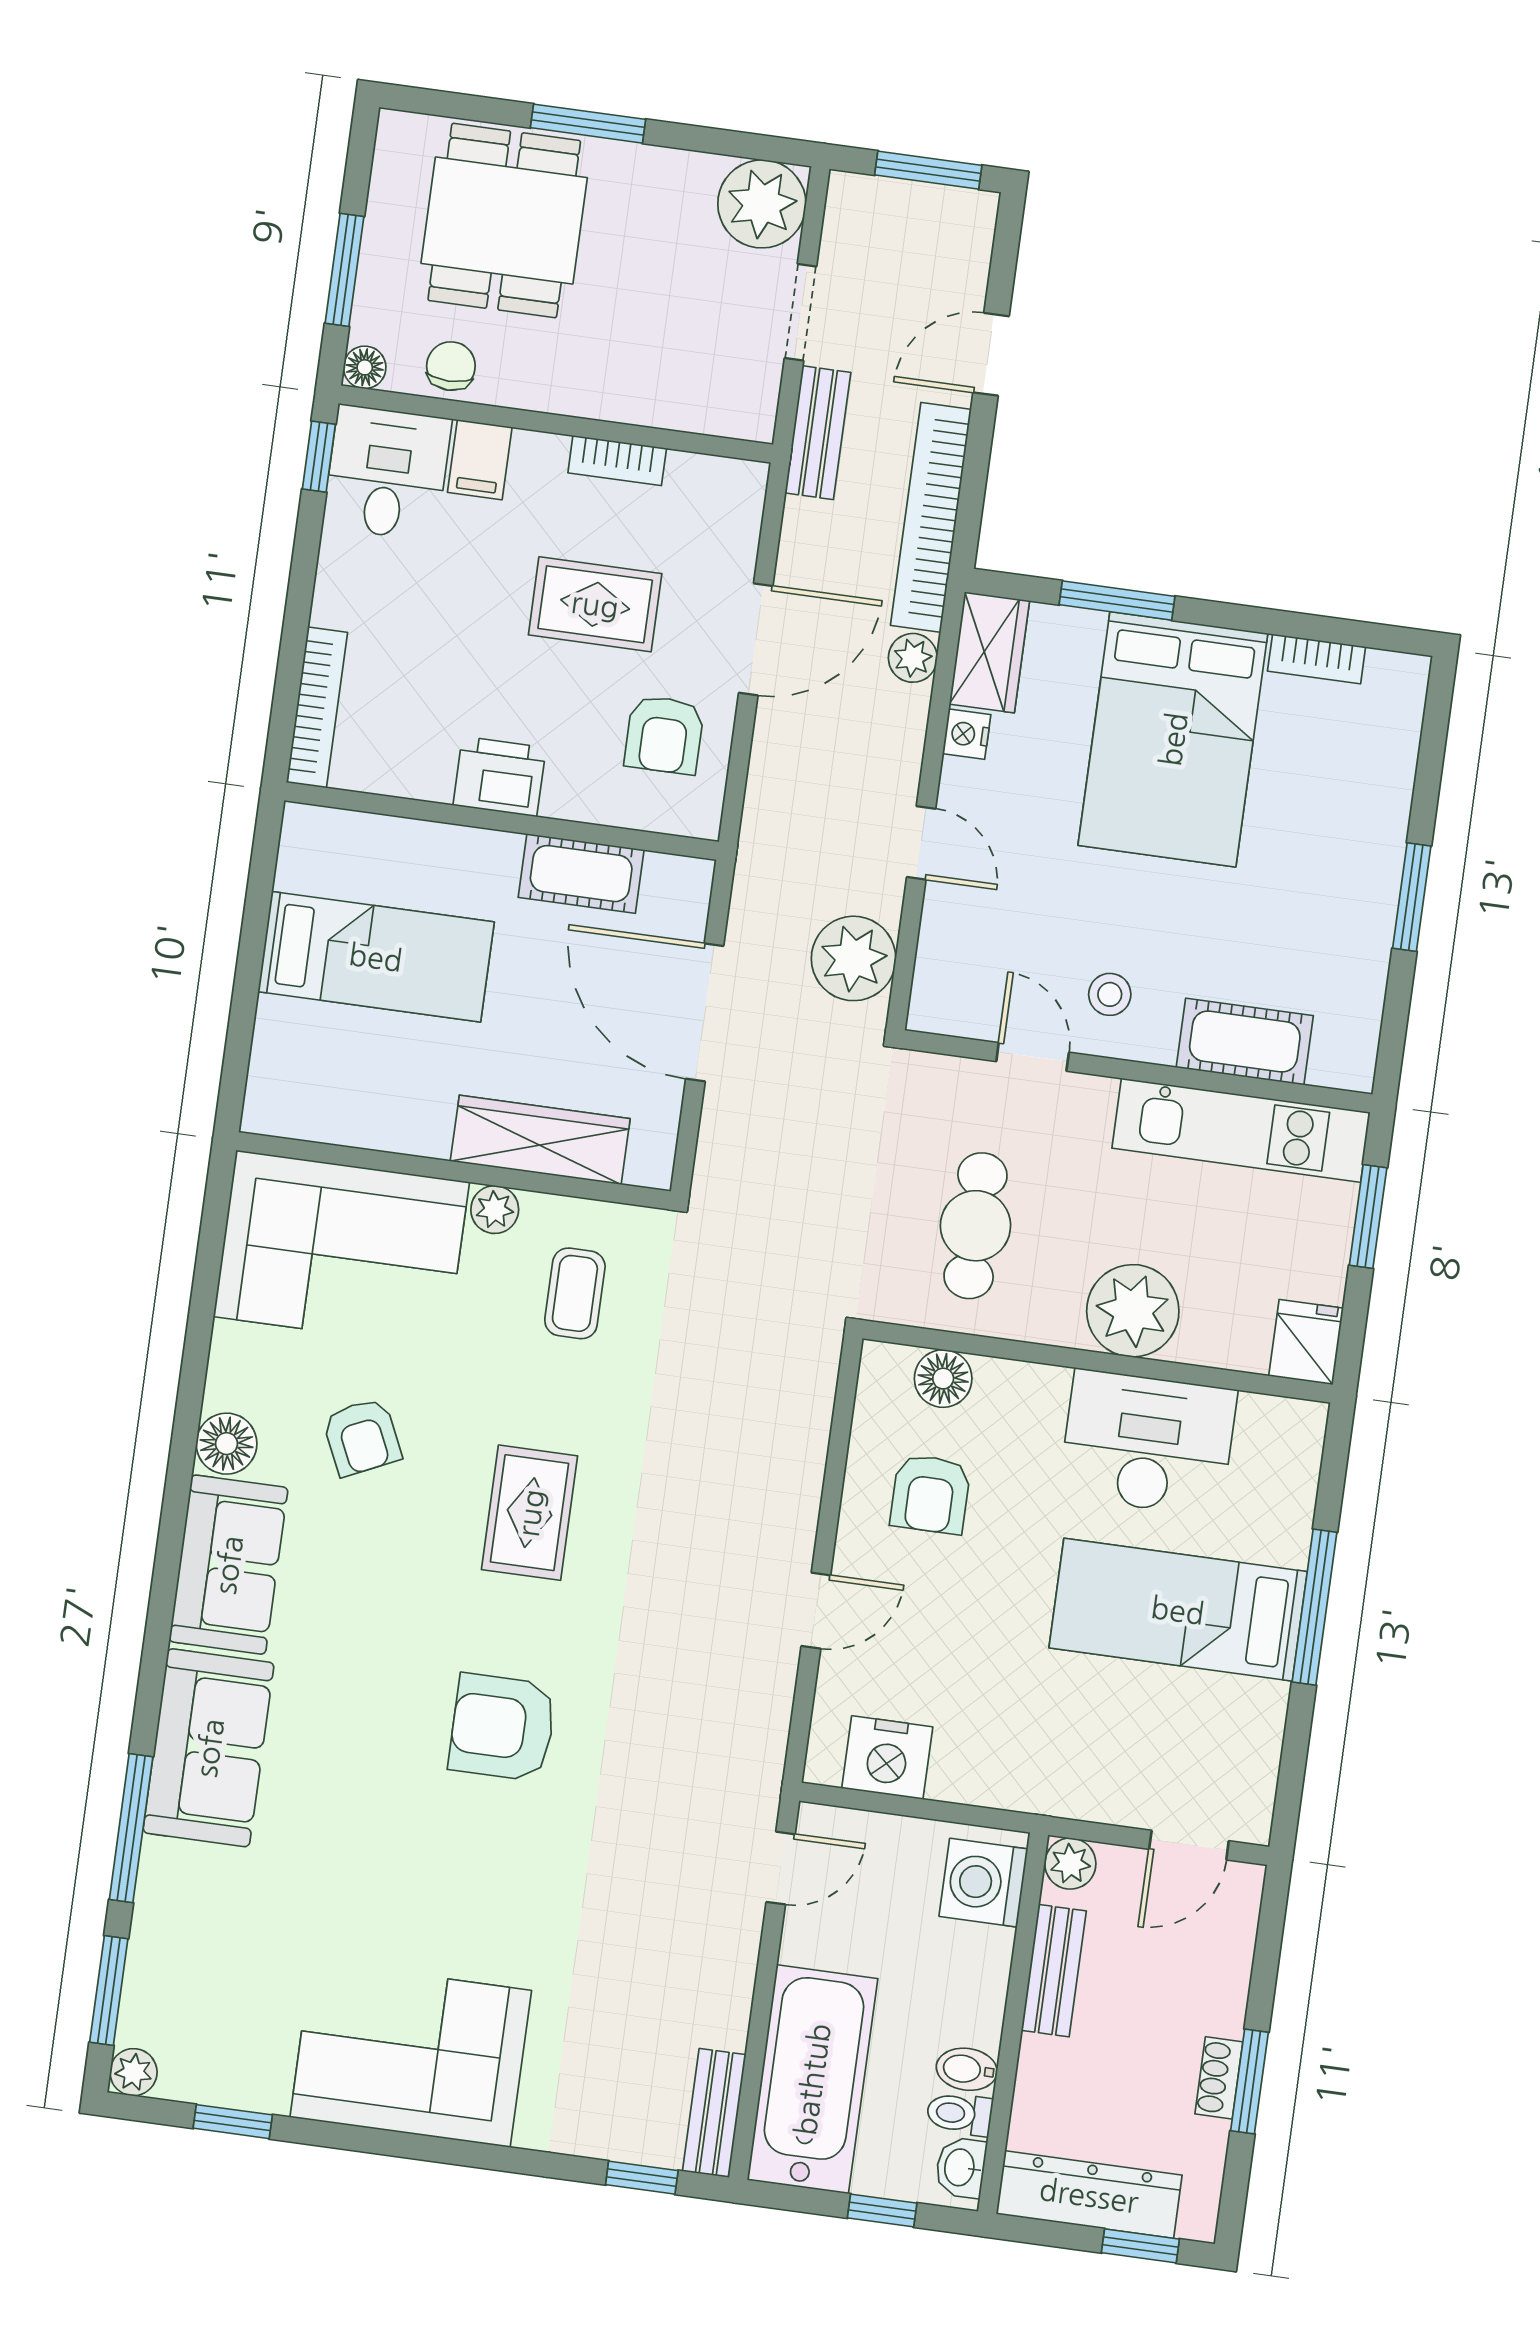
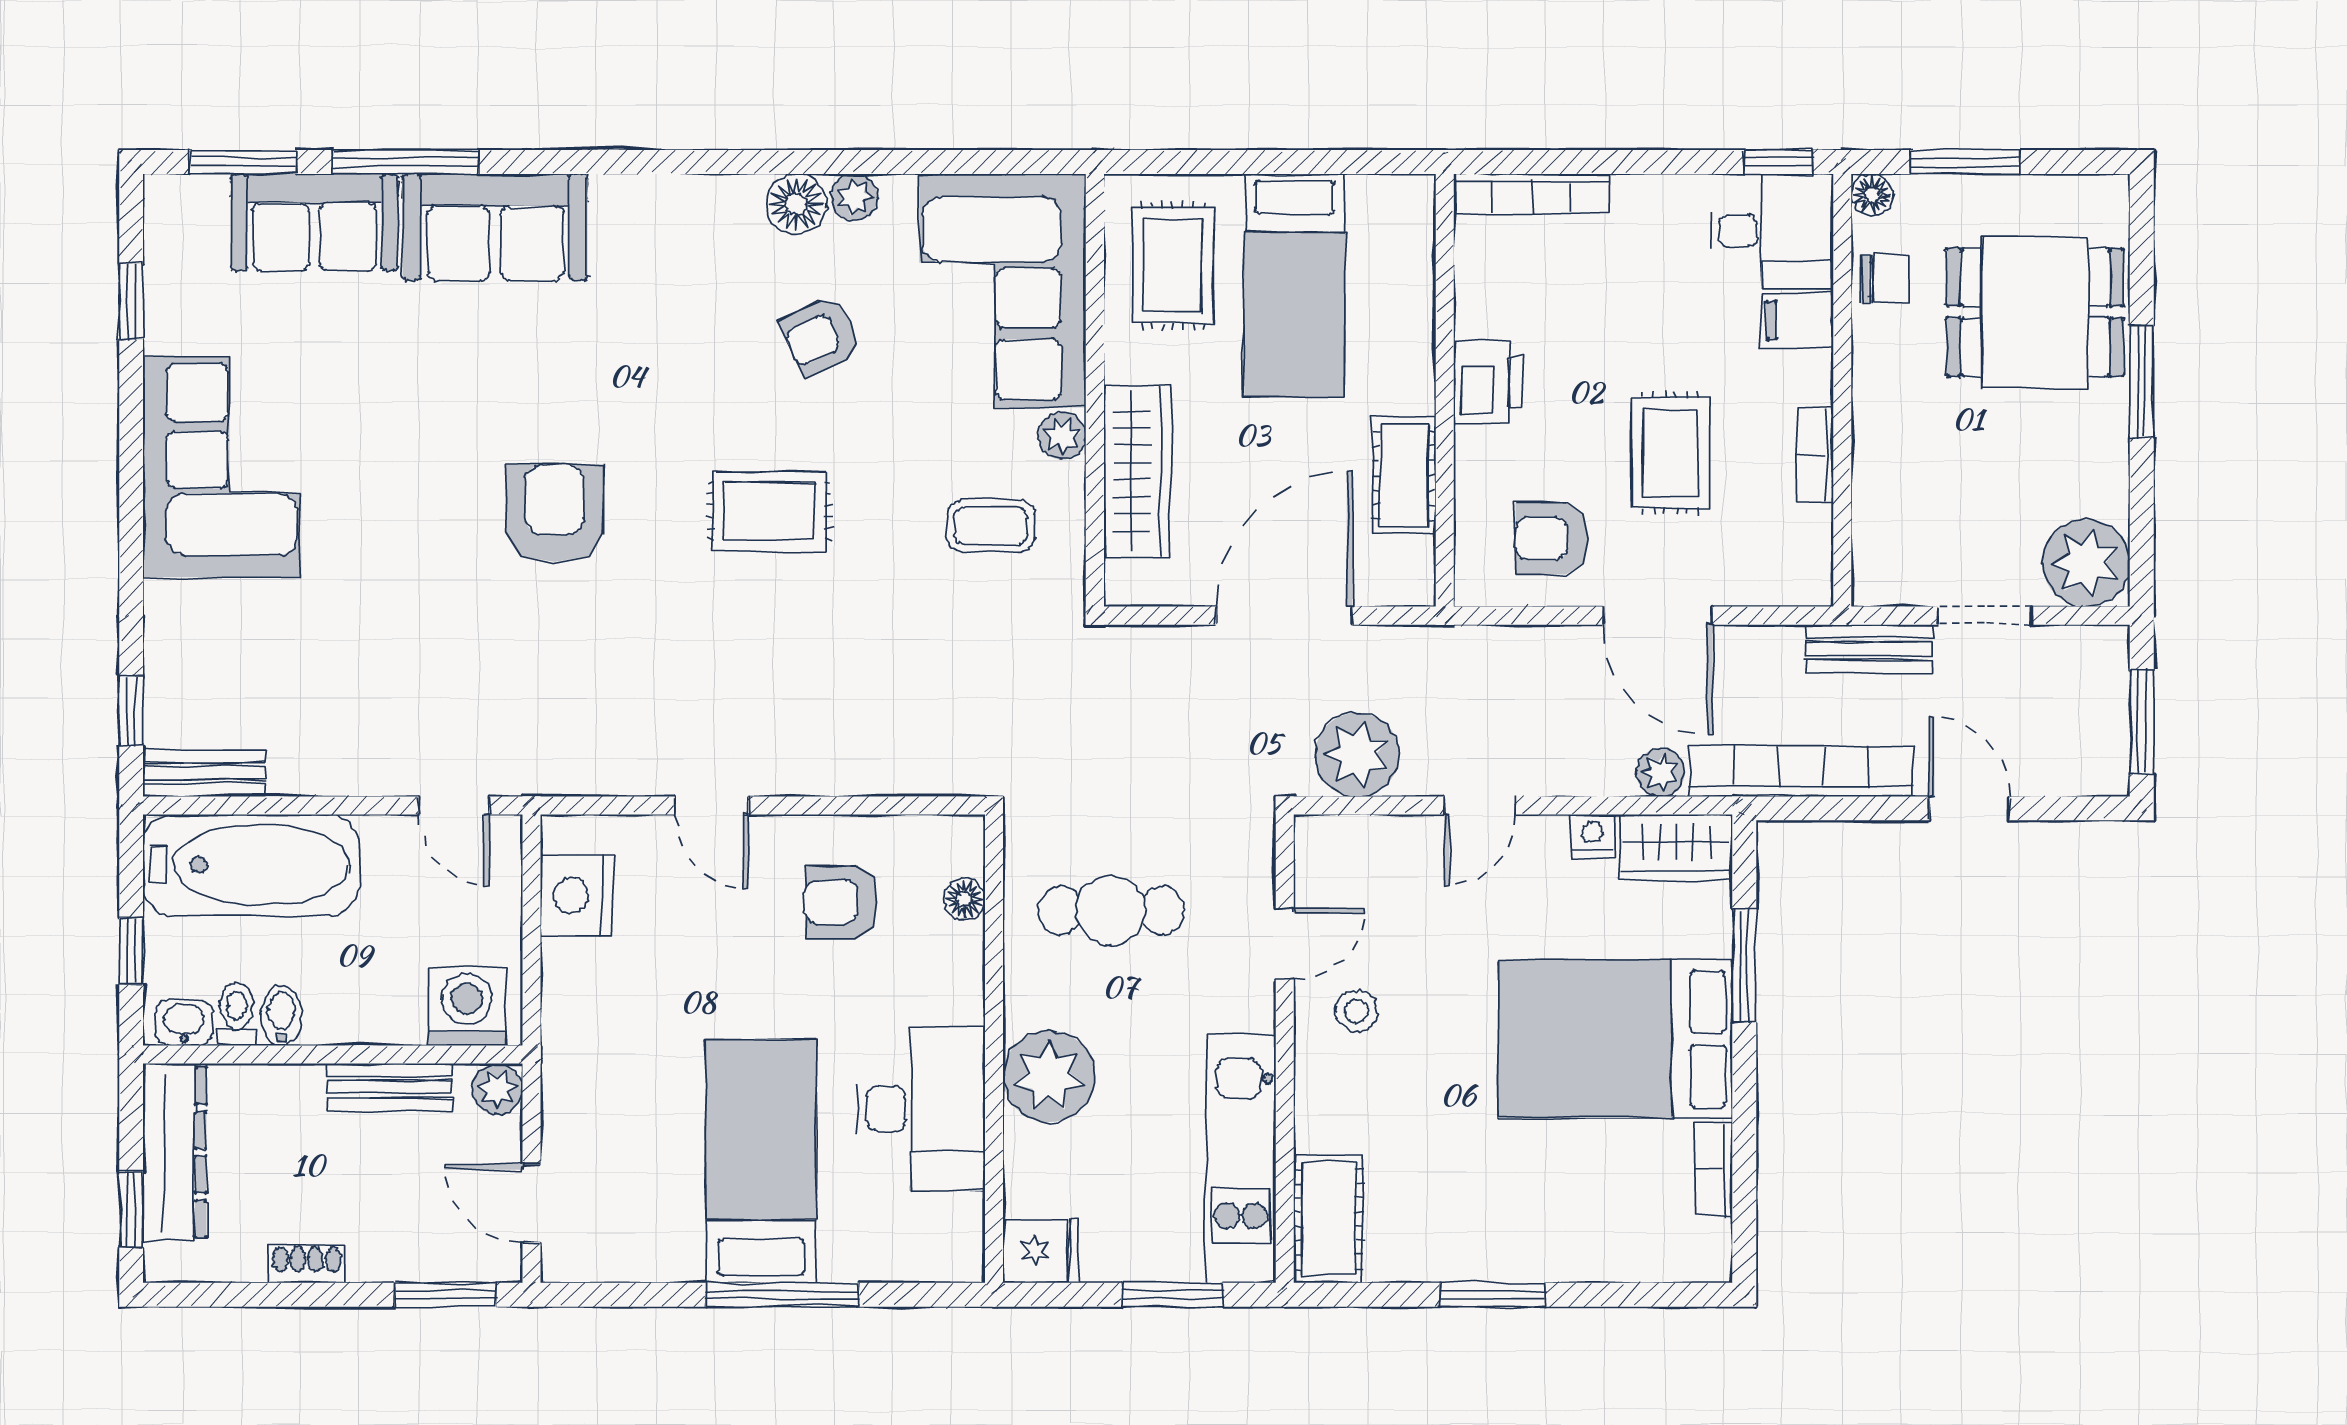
cot: (1245, 1041) -> (1328, 1219), moved
rug: (339, 1076) -> (1173, 265), added
floor lamp: (943, 1379) -> (964, 899), width x0.73, depth x0.73
sofa: (228, 1565) -> (314, 222), moved
plant: (133, 2072) -> (854, 197), moved
window: (1250, 2082) -> (445, 1295), moved

